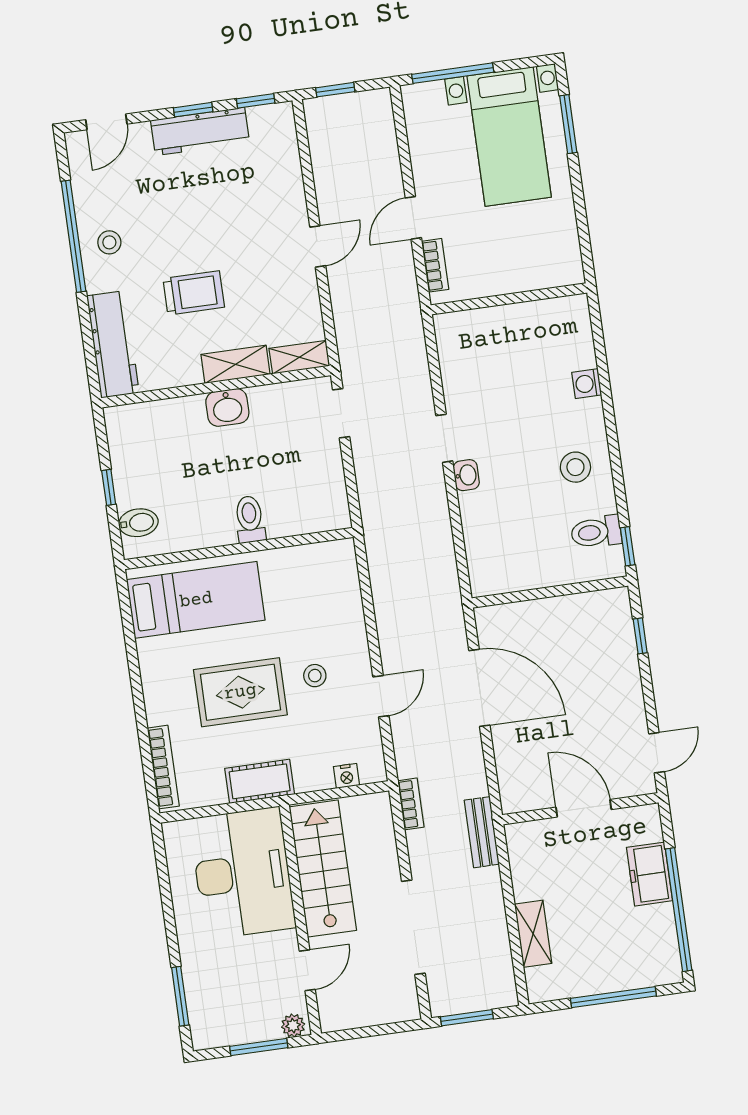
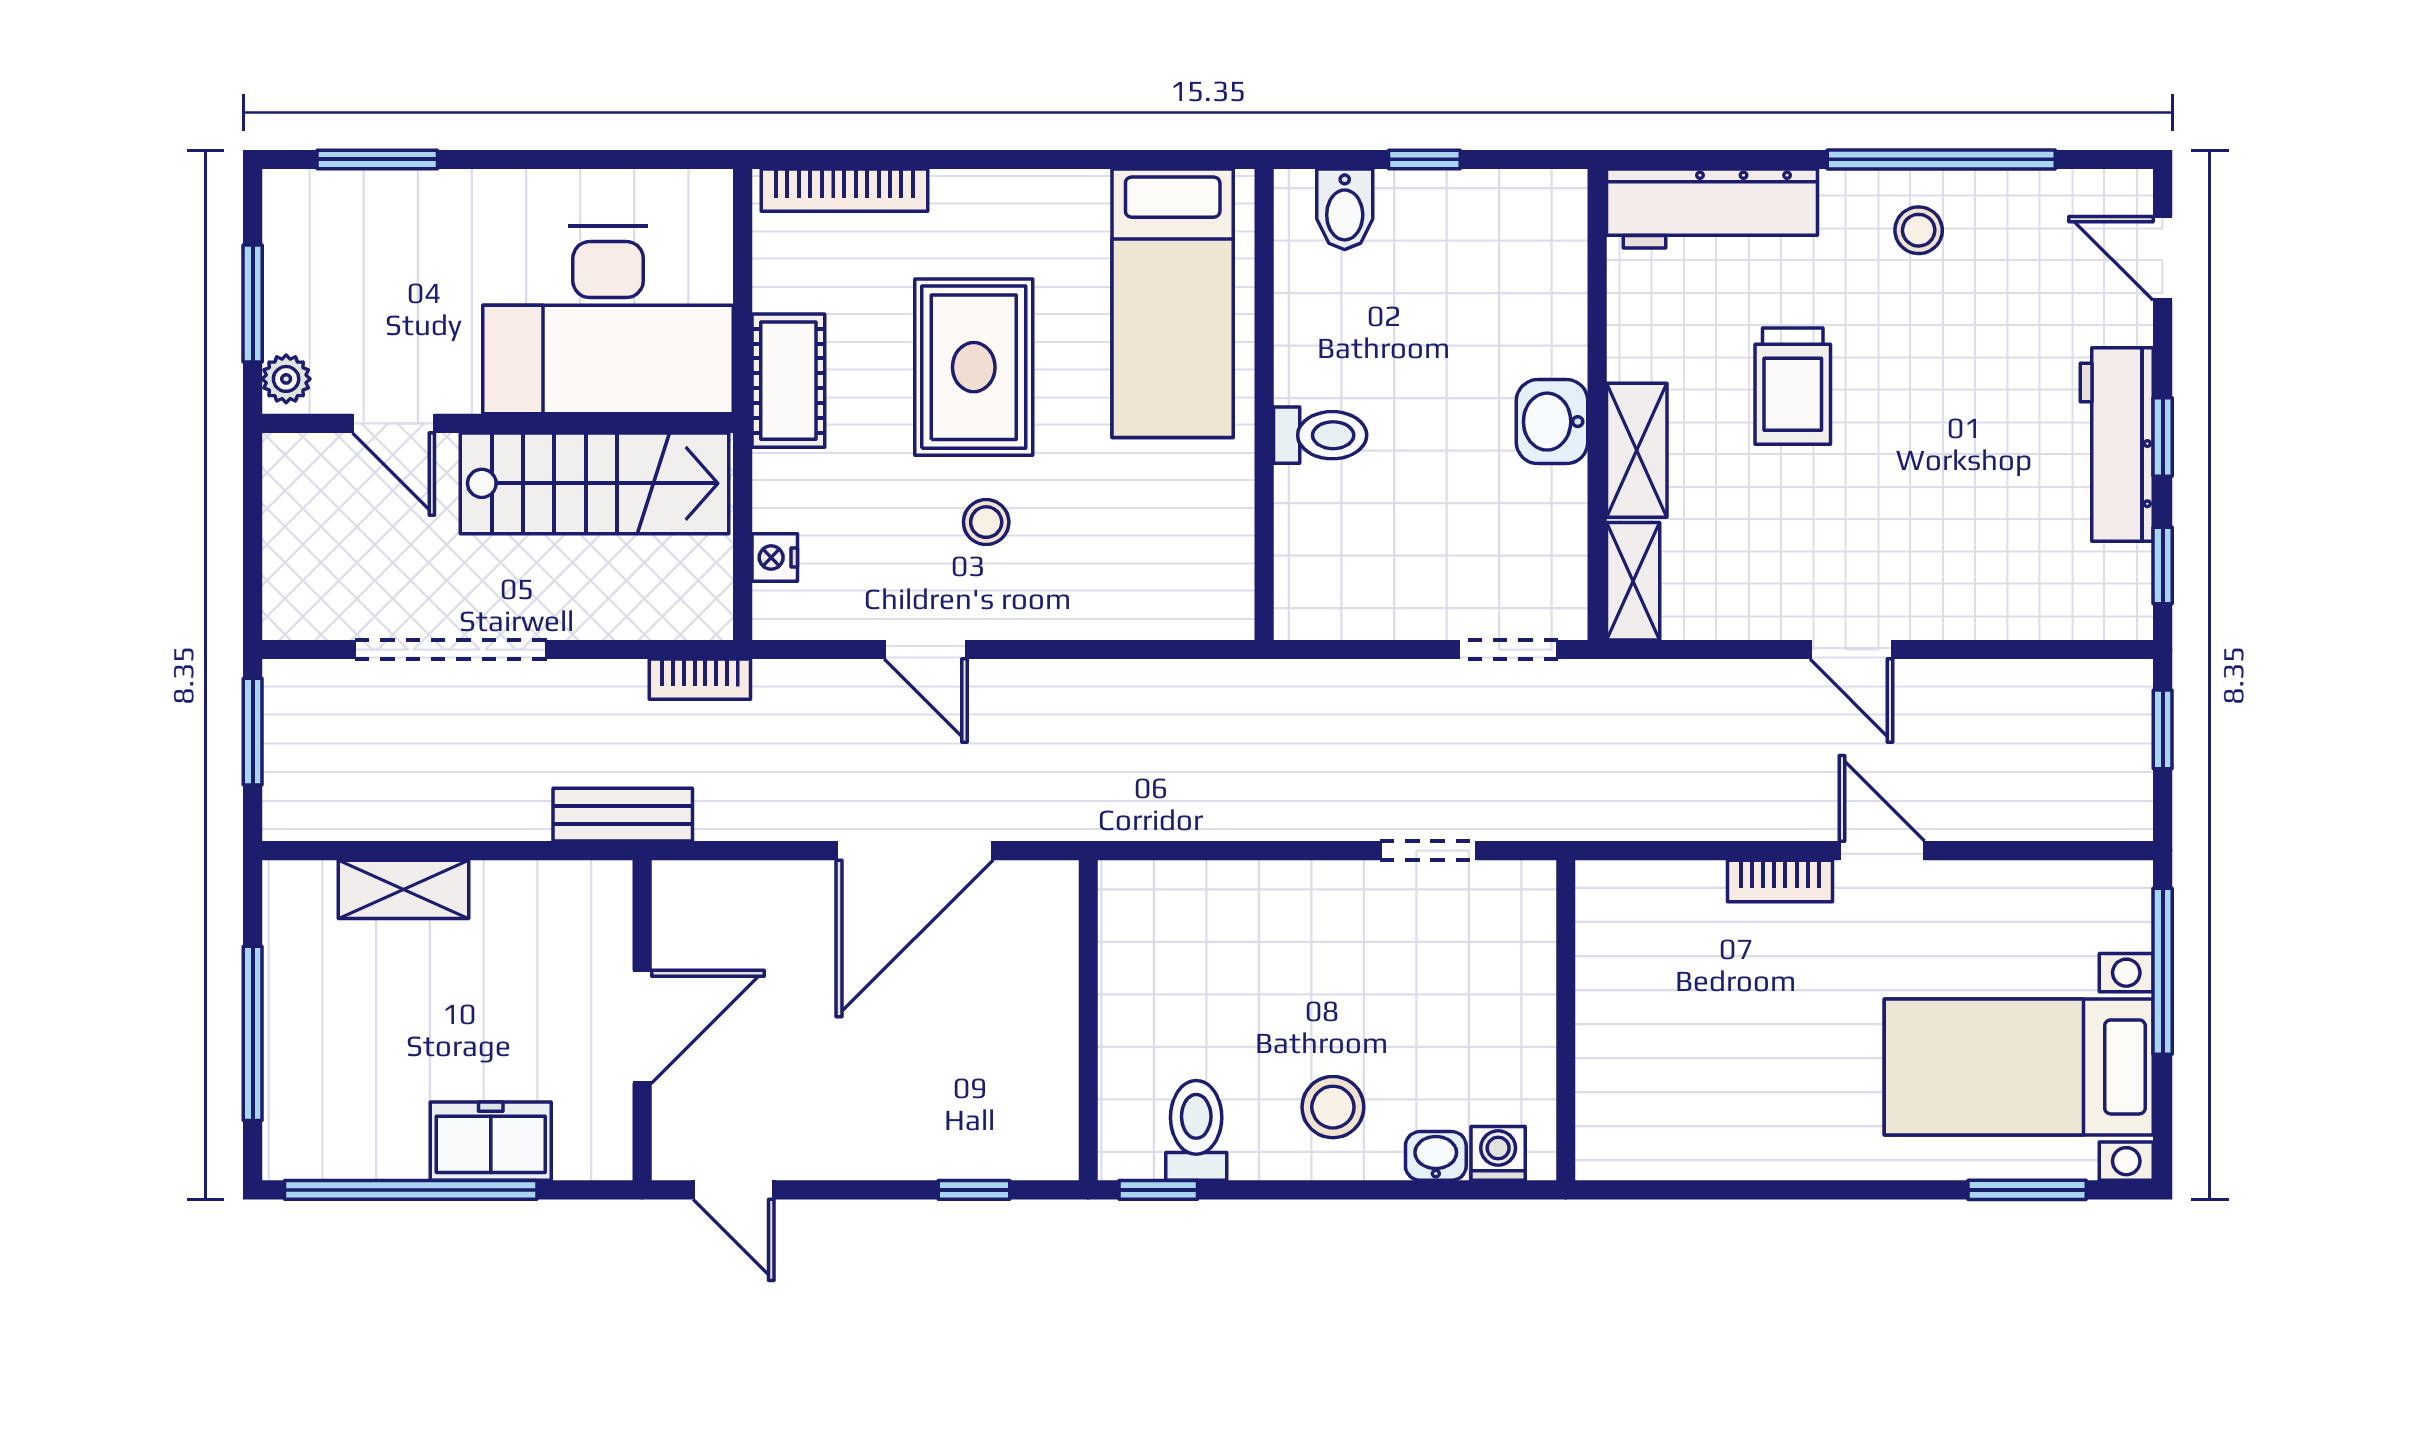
wall: (509, 299) -> (1566, 1020), moved
washbasin: (466, 475) -> (1436, 1156), moved, turned 180

